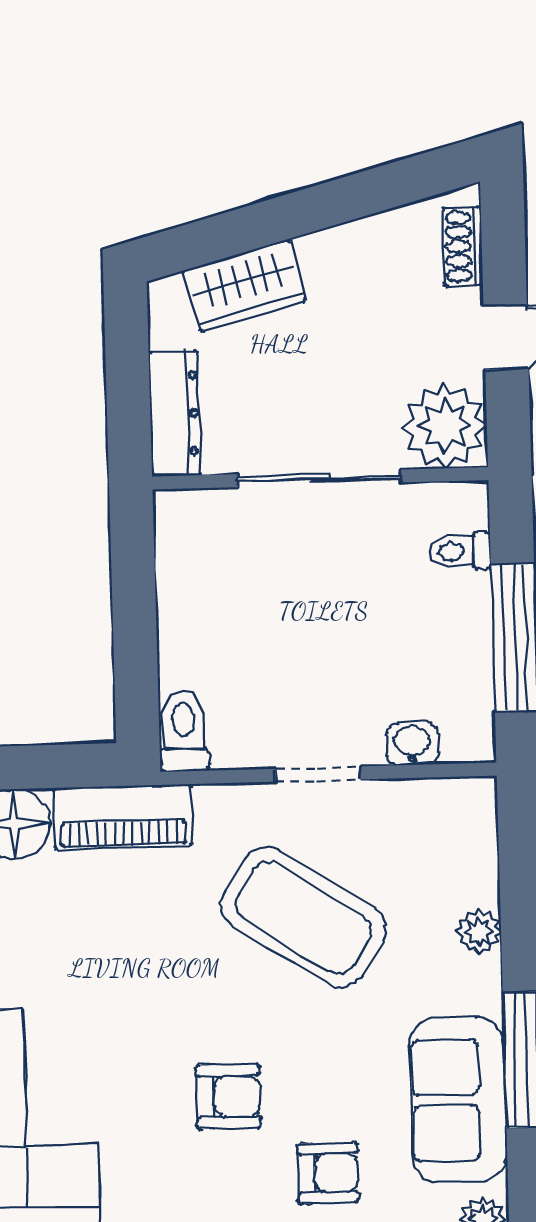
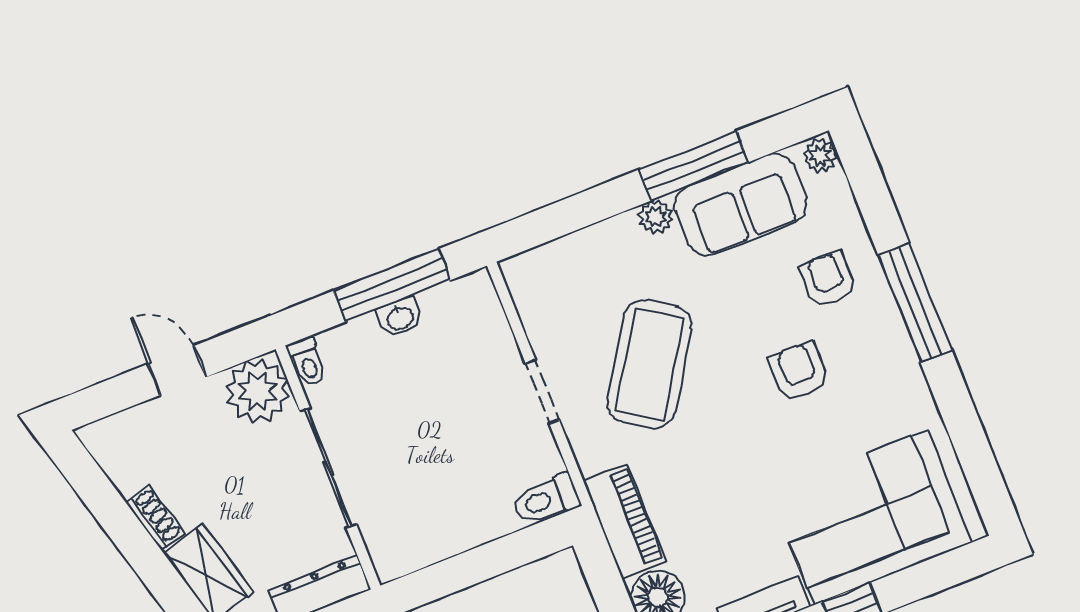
shoe rack: (463, 246) -> (155, 518), moved, turned -105
toilet: (460, 551) -> (307, 362), moved
washbasin: (412, 744) -> (400, 317), moved, turned -90
plant: (479, 932) -> (656, 217), moved

